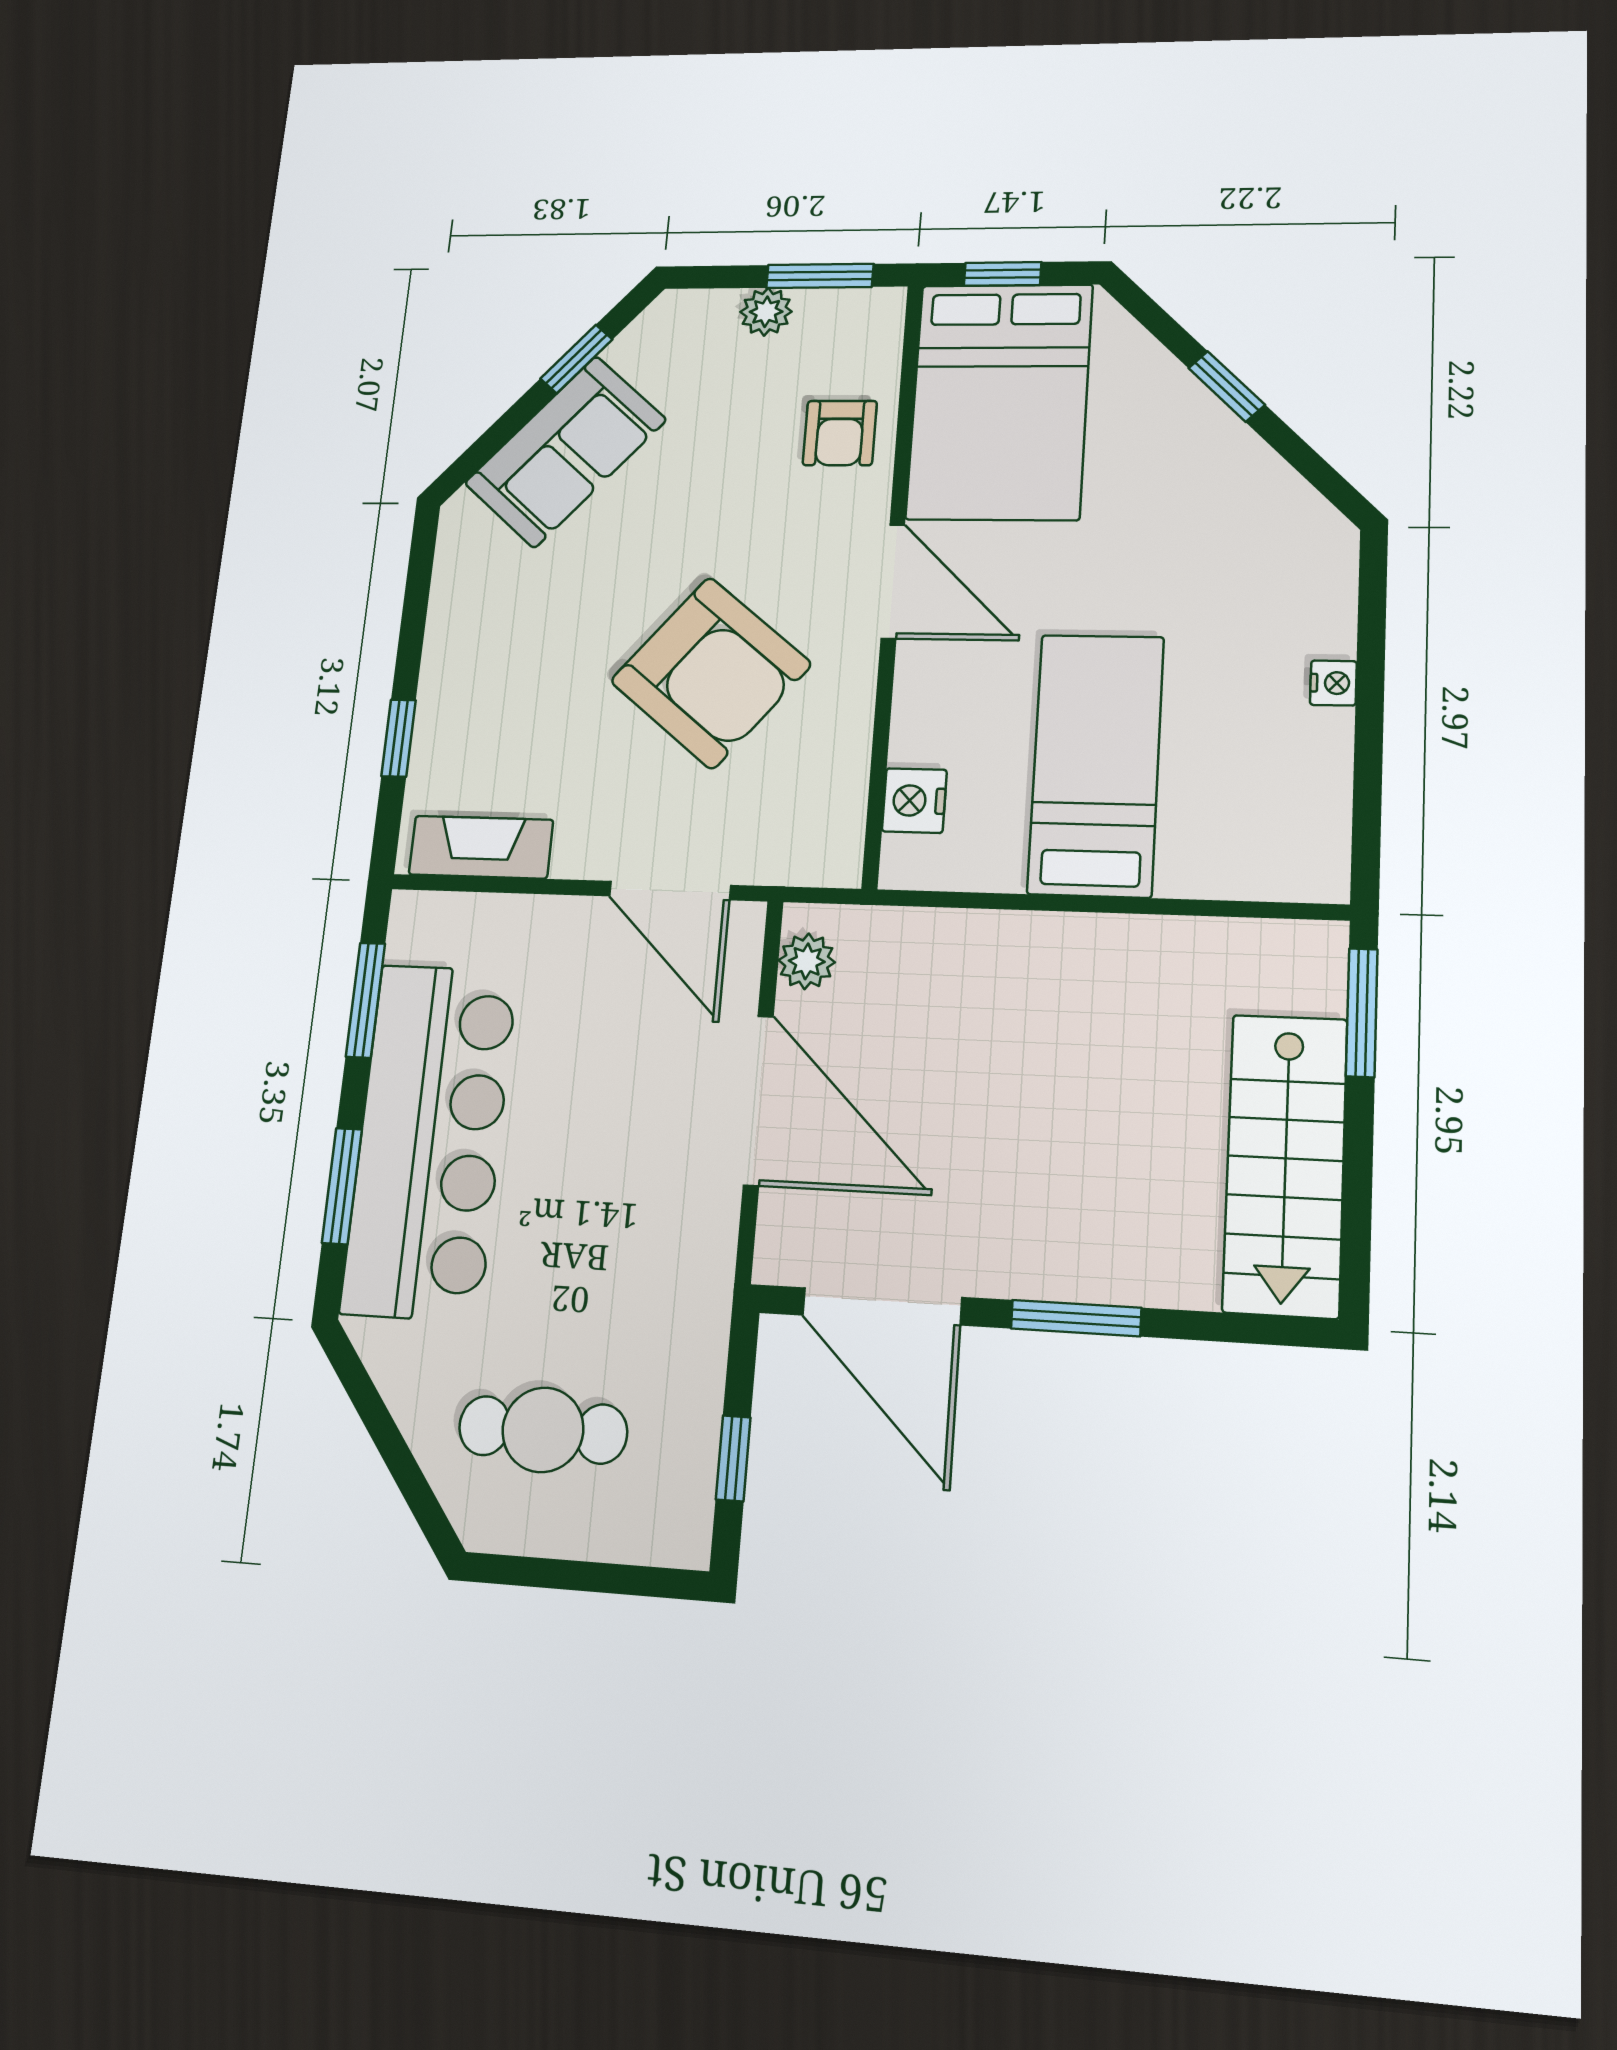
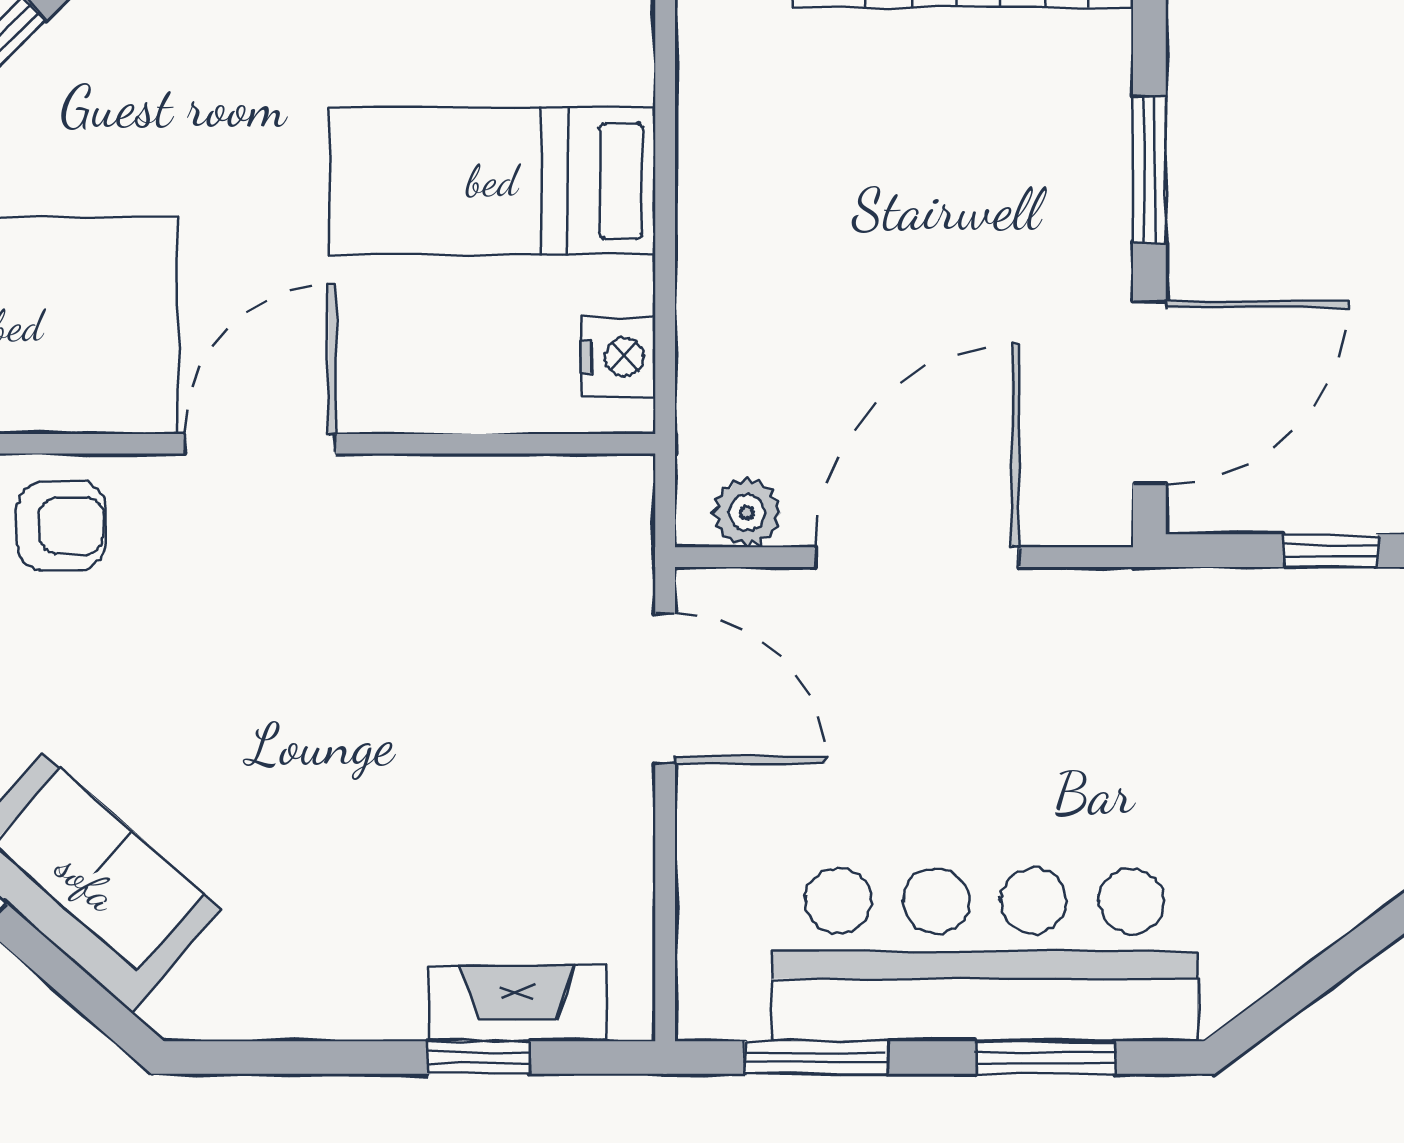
armchair: (711, 673) -> (384, 664), removed
nightstand: (914, 801) -> (619, 357), moved, turned -90
fireplace: (481, 847) -> (517, 1003), moved, turned 90
door: (670, 891) -> (665, 689), hinge flipped
cafe table: (543, 1430) -> (1314, 777), removed

